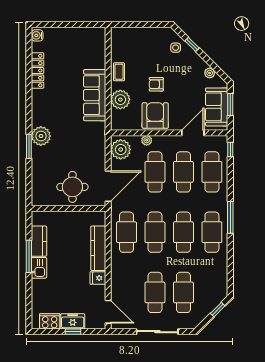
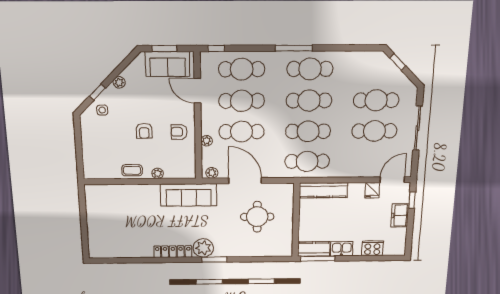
water cooler: (37, 35) -> (97, 253), removed
locker: (38, 70) -> (173, 252), moved
plant: (210, 73) -> (119, 82), moved
sofa: (95, 95) -> (189, 195), moved
plant: (120, 100) -> (158, 173), width x0.53, depth x0.53
armchair: (155, 116) -> (179, 132), width x0.53, depth x0.53
plant: (121, 149) -> (212, 173), width x0.53, depth x0.53
door: (108, 186) -> (245, 181), moved
wall: (69, 208) -> (296, 220), moved
window: (29, 256) -> (318, 259), moved
fridge: (98, 278) -> (372, 190), moved
cooker: (50, 321) -> (372, 248), moved, turned 90
window: (73, 332) -> (412, 200), moved

